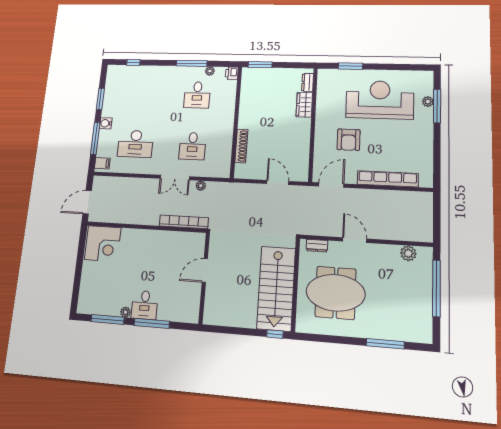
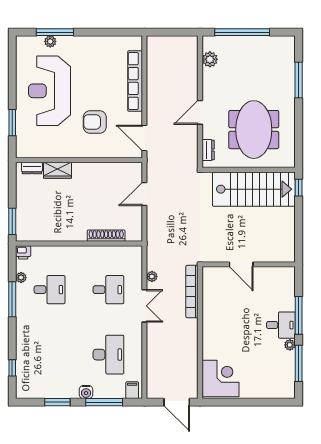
armchair: (349, 140) -> (95, 122), turned 180

